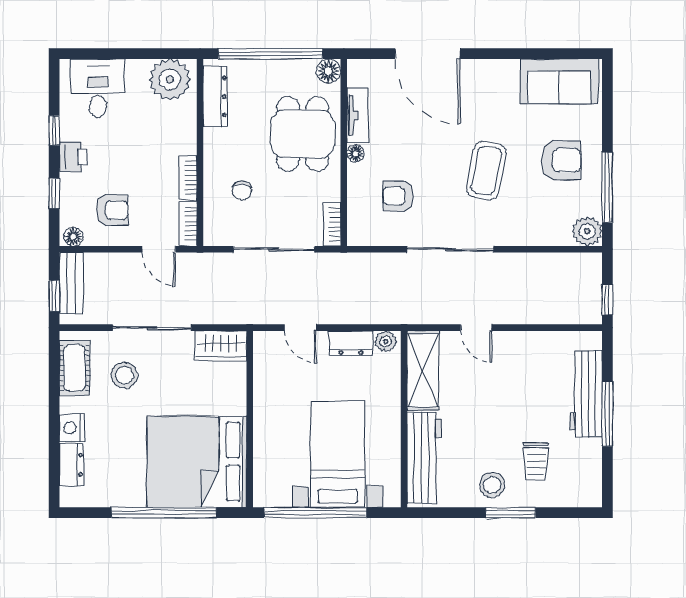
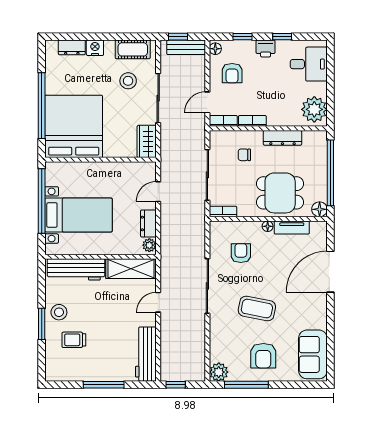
dresser: (215, 96) -> (282, 138), moved
workbench: (586, 394) -> (146, 354), moved, turned -90

